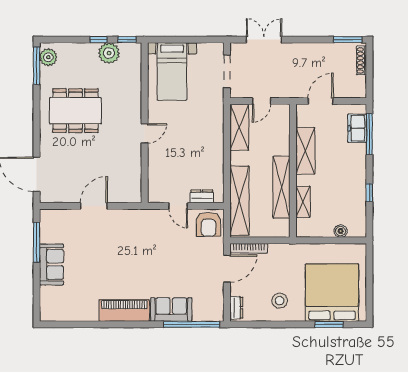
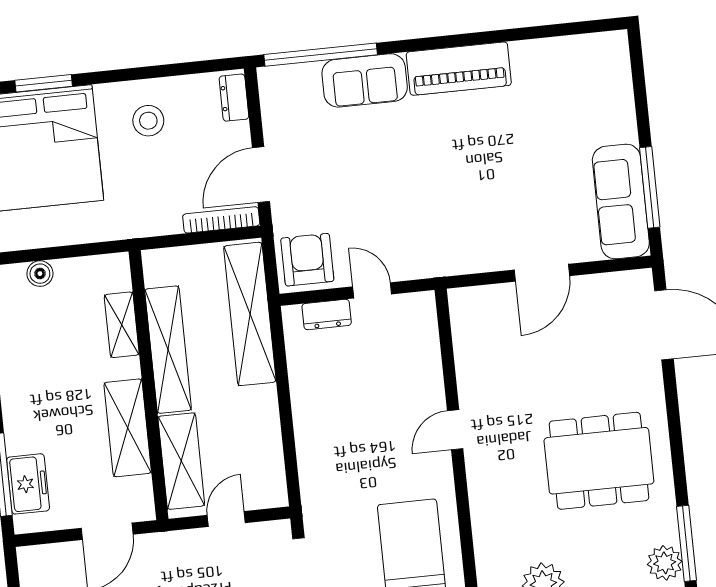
shelving: (239, 127) -> (181, 461), moved
sofa: (51, 264) -> (621, 202), moved, width x1.36

